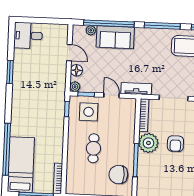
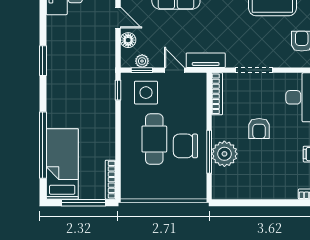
window: (10, 72) -> (43, 61), moved
plant: (75, 87) -> (142, 61), moved
plant: (148, 143) -> (224, 154), moved
cafe table: (93, 148) -> (154, 139), width x1.37, depth x1.35
chair: (118, 175) -> (185, 146), moved

